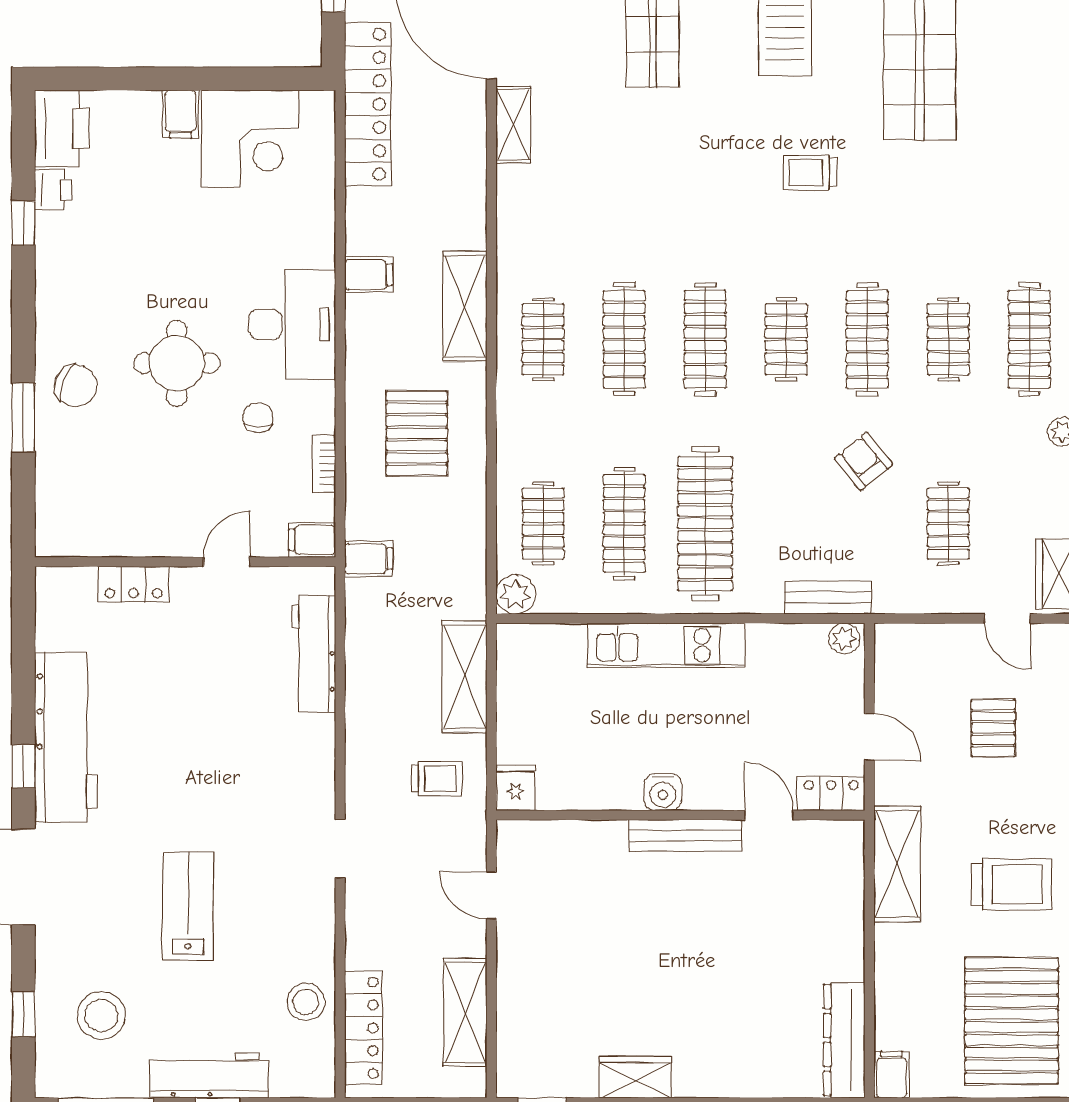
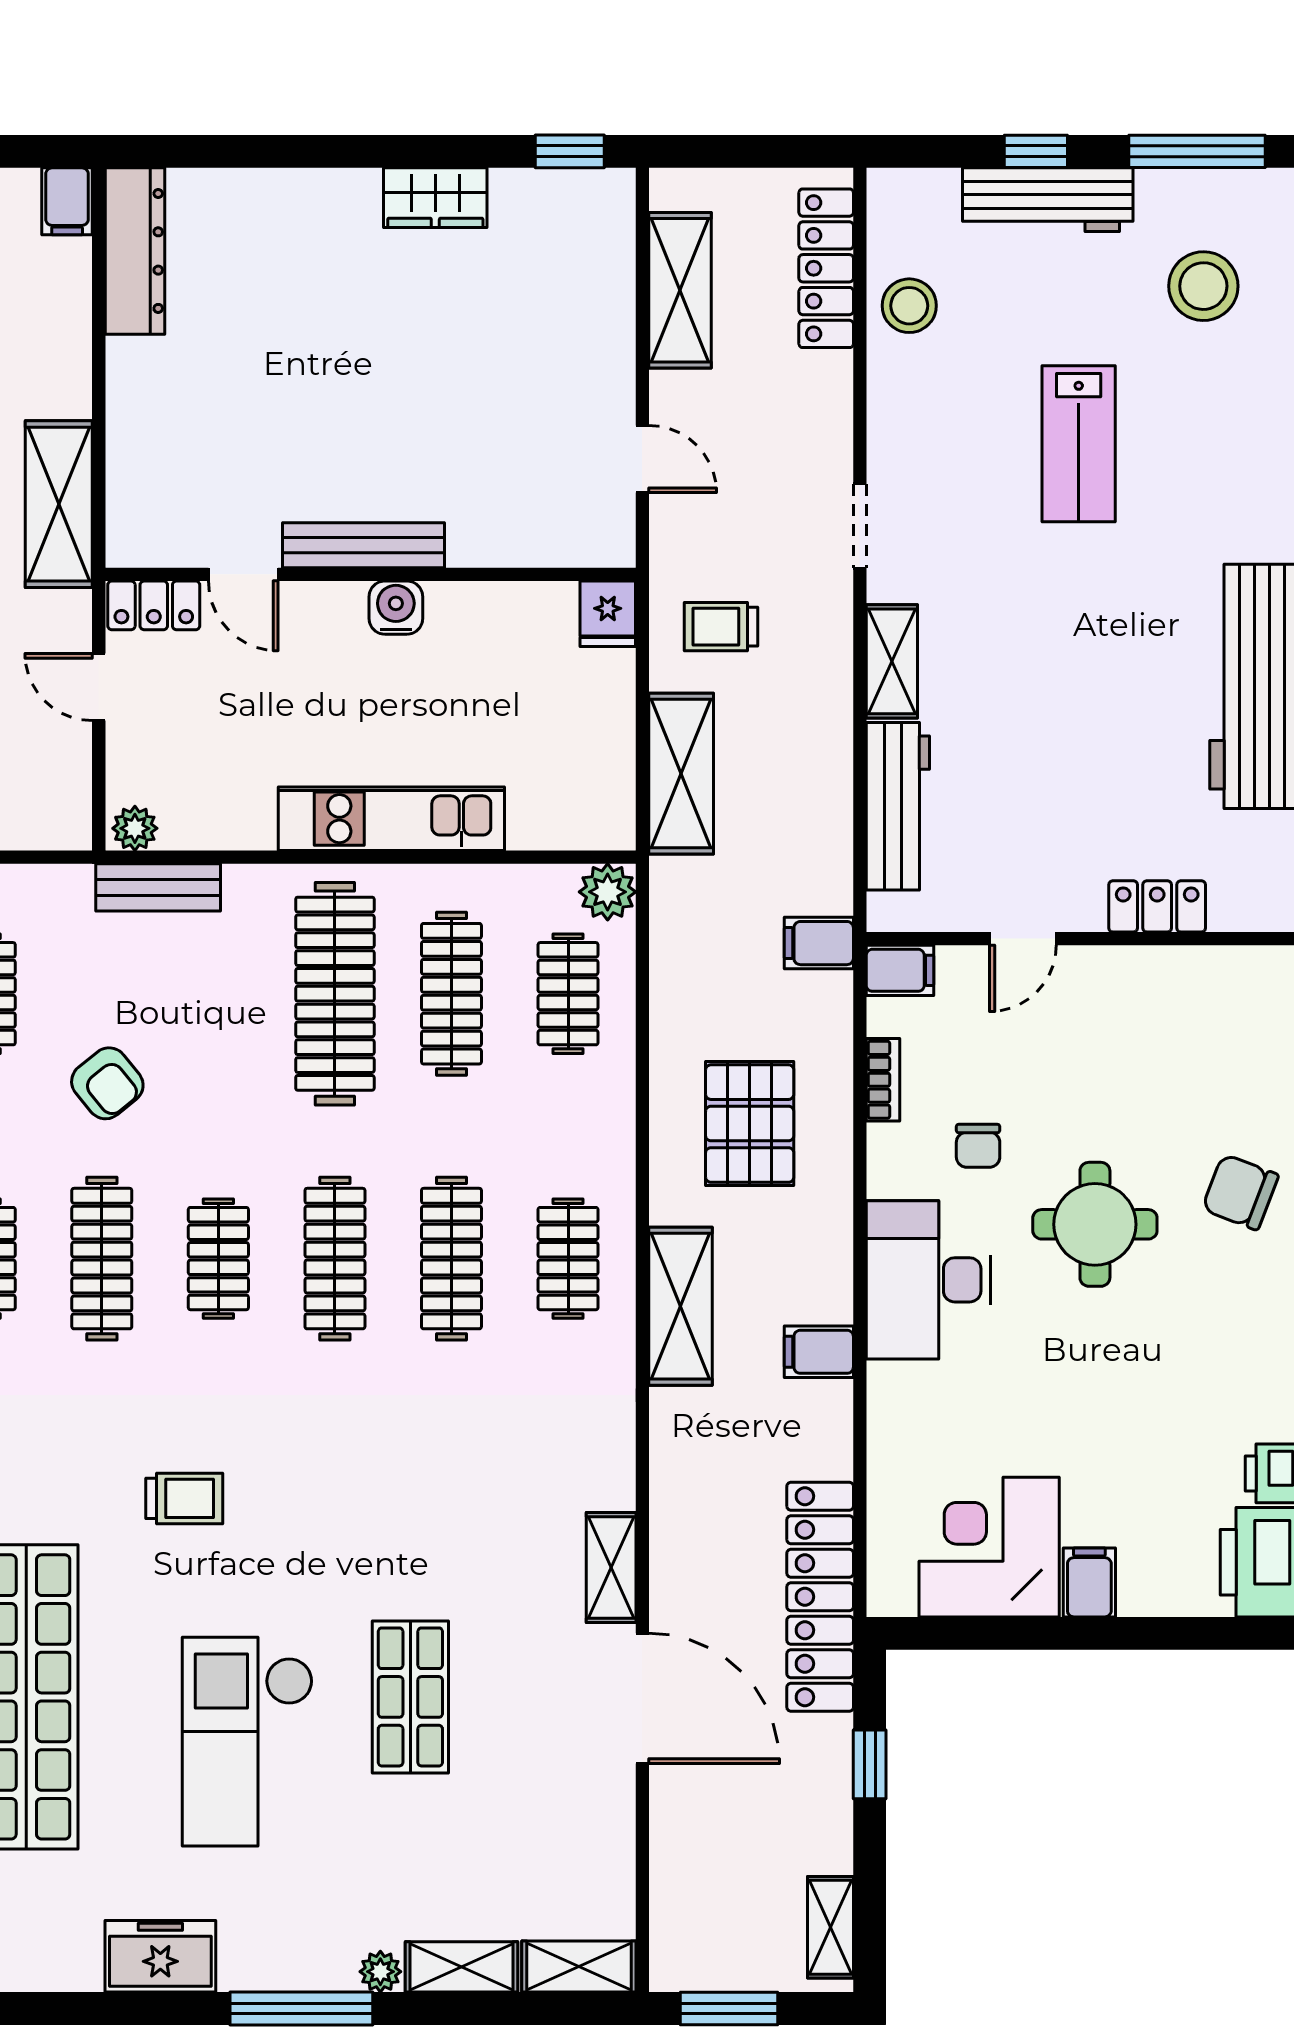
shelving: (318, 755) -> (892, 661), added

